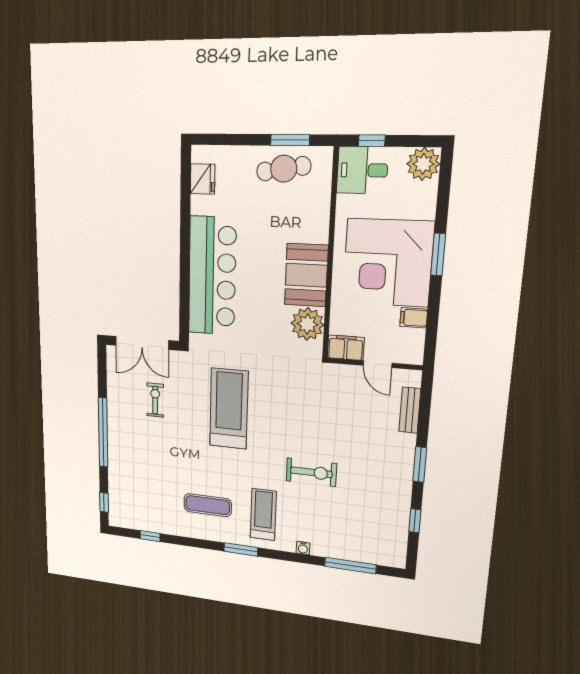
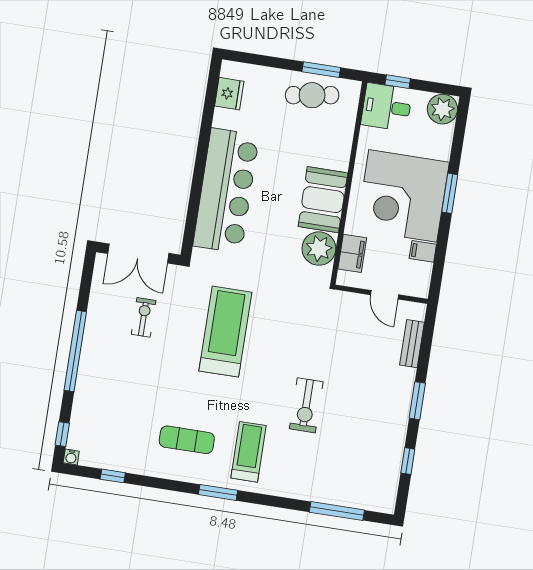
filing cabinet: (346, 348) -> (352, 253), moved, turned 90
exercise bike: (311, 472) -> (306, 405), turned 90
water cooler: (303, 548) -> (71, 457), moved

